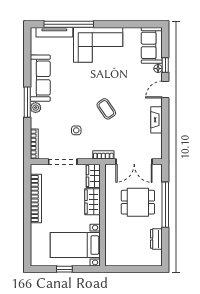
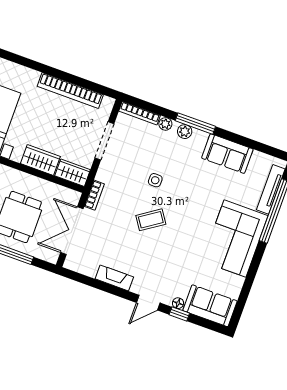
sofa: (40, 78) -> (227, 154), width x0.73
door: (165, 90) -> (148, 303), swing flipped
plant: (35, 123) -> (165, 124), added
side table: (76, 130) -> (155, 180), moved

